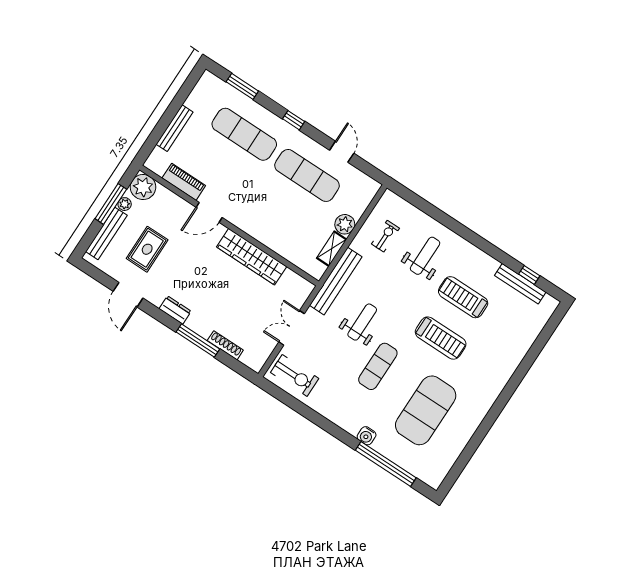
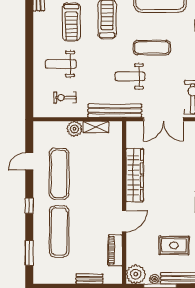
bench: (175, 128) -> (89, 279), width x0.73
door: (209, 212) -> (124, 221), hinge flipped
double door: (292, 328) -> (163, 119), width x1.37

